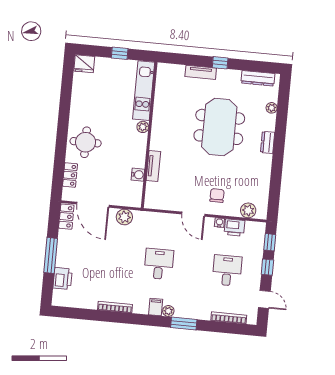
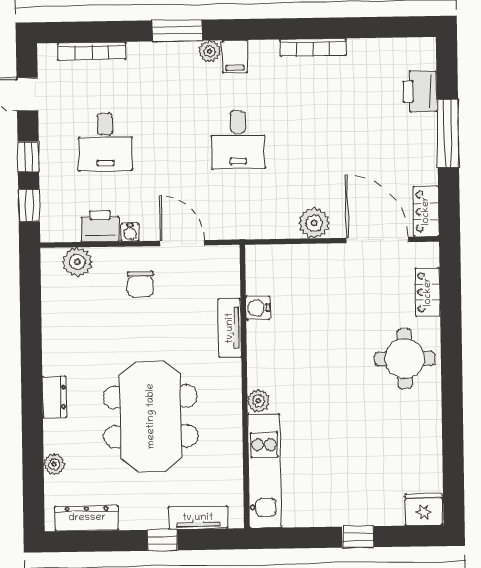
kitchen unit: (144, 91) -> (264, 471), moved
plant: (143, 127) -> (258, 401), moved
wall: (149, 135) -> (244, 386), moved
tv unit: (153, 166) -> (230, 328), moved
water cooler: (138, 175) -> (258, 308), moved

